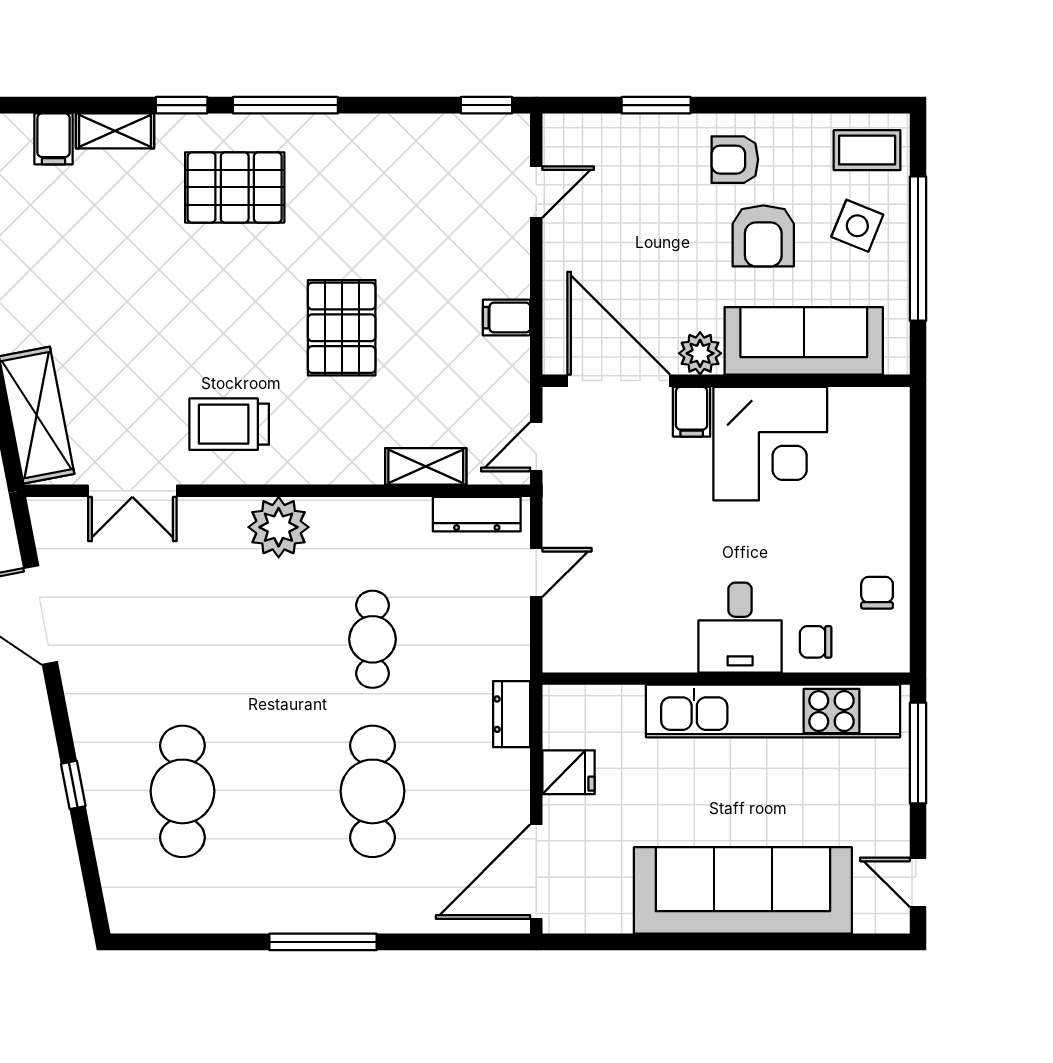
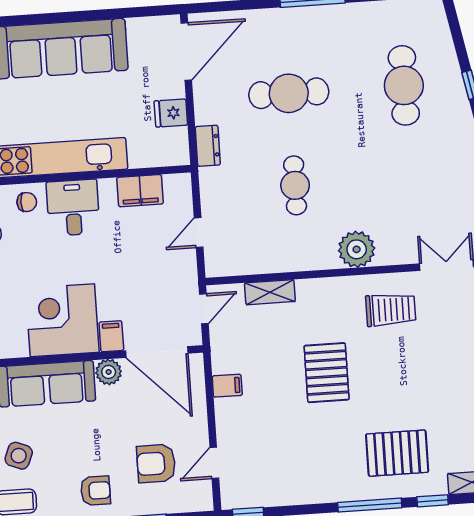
armchair: (763, 236) -> (156, 463), moved, turned -90
dresser: (477, 514) -> (237, 265), removed
filing cabinet: (628, 648) -> (140, 191), added
cafe table: (373, 791) -> (289, 93), turned 90

